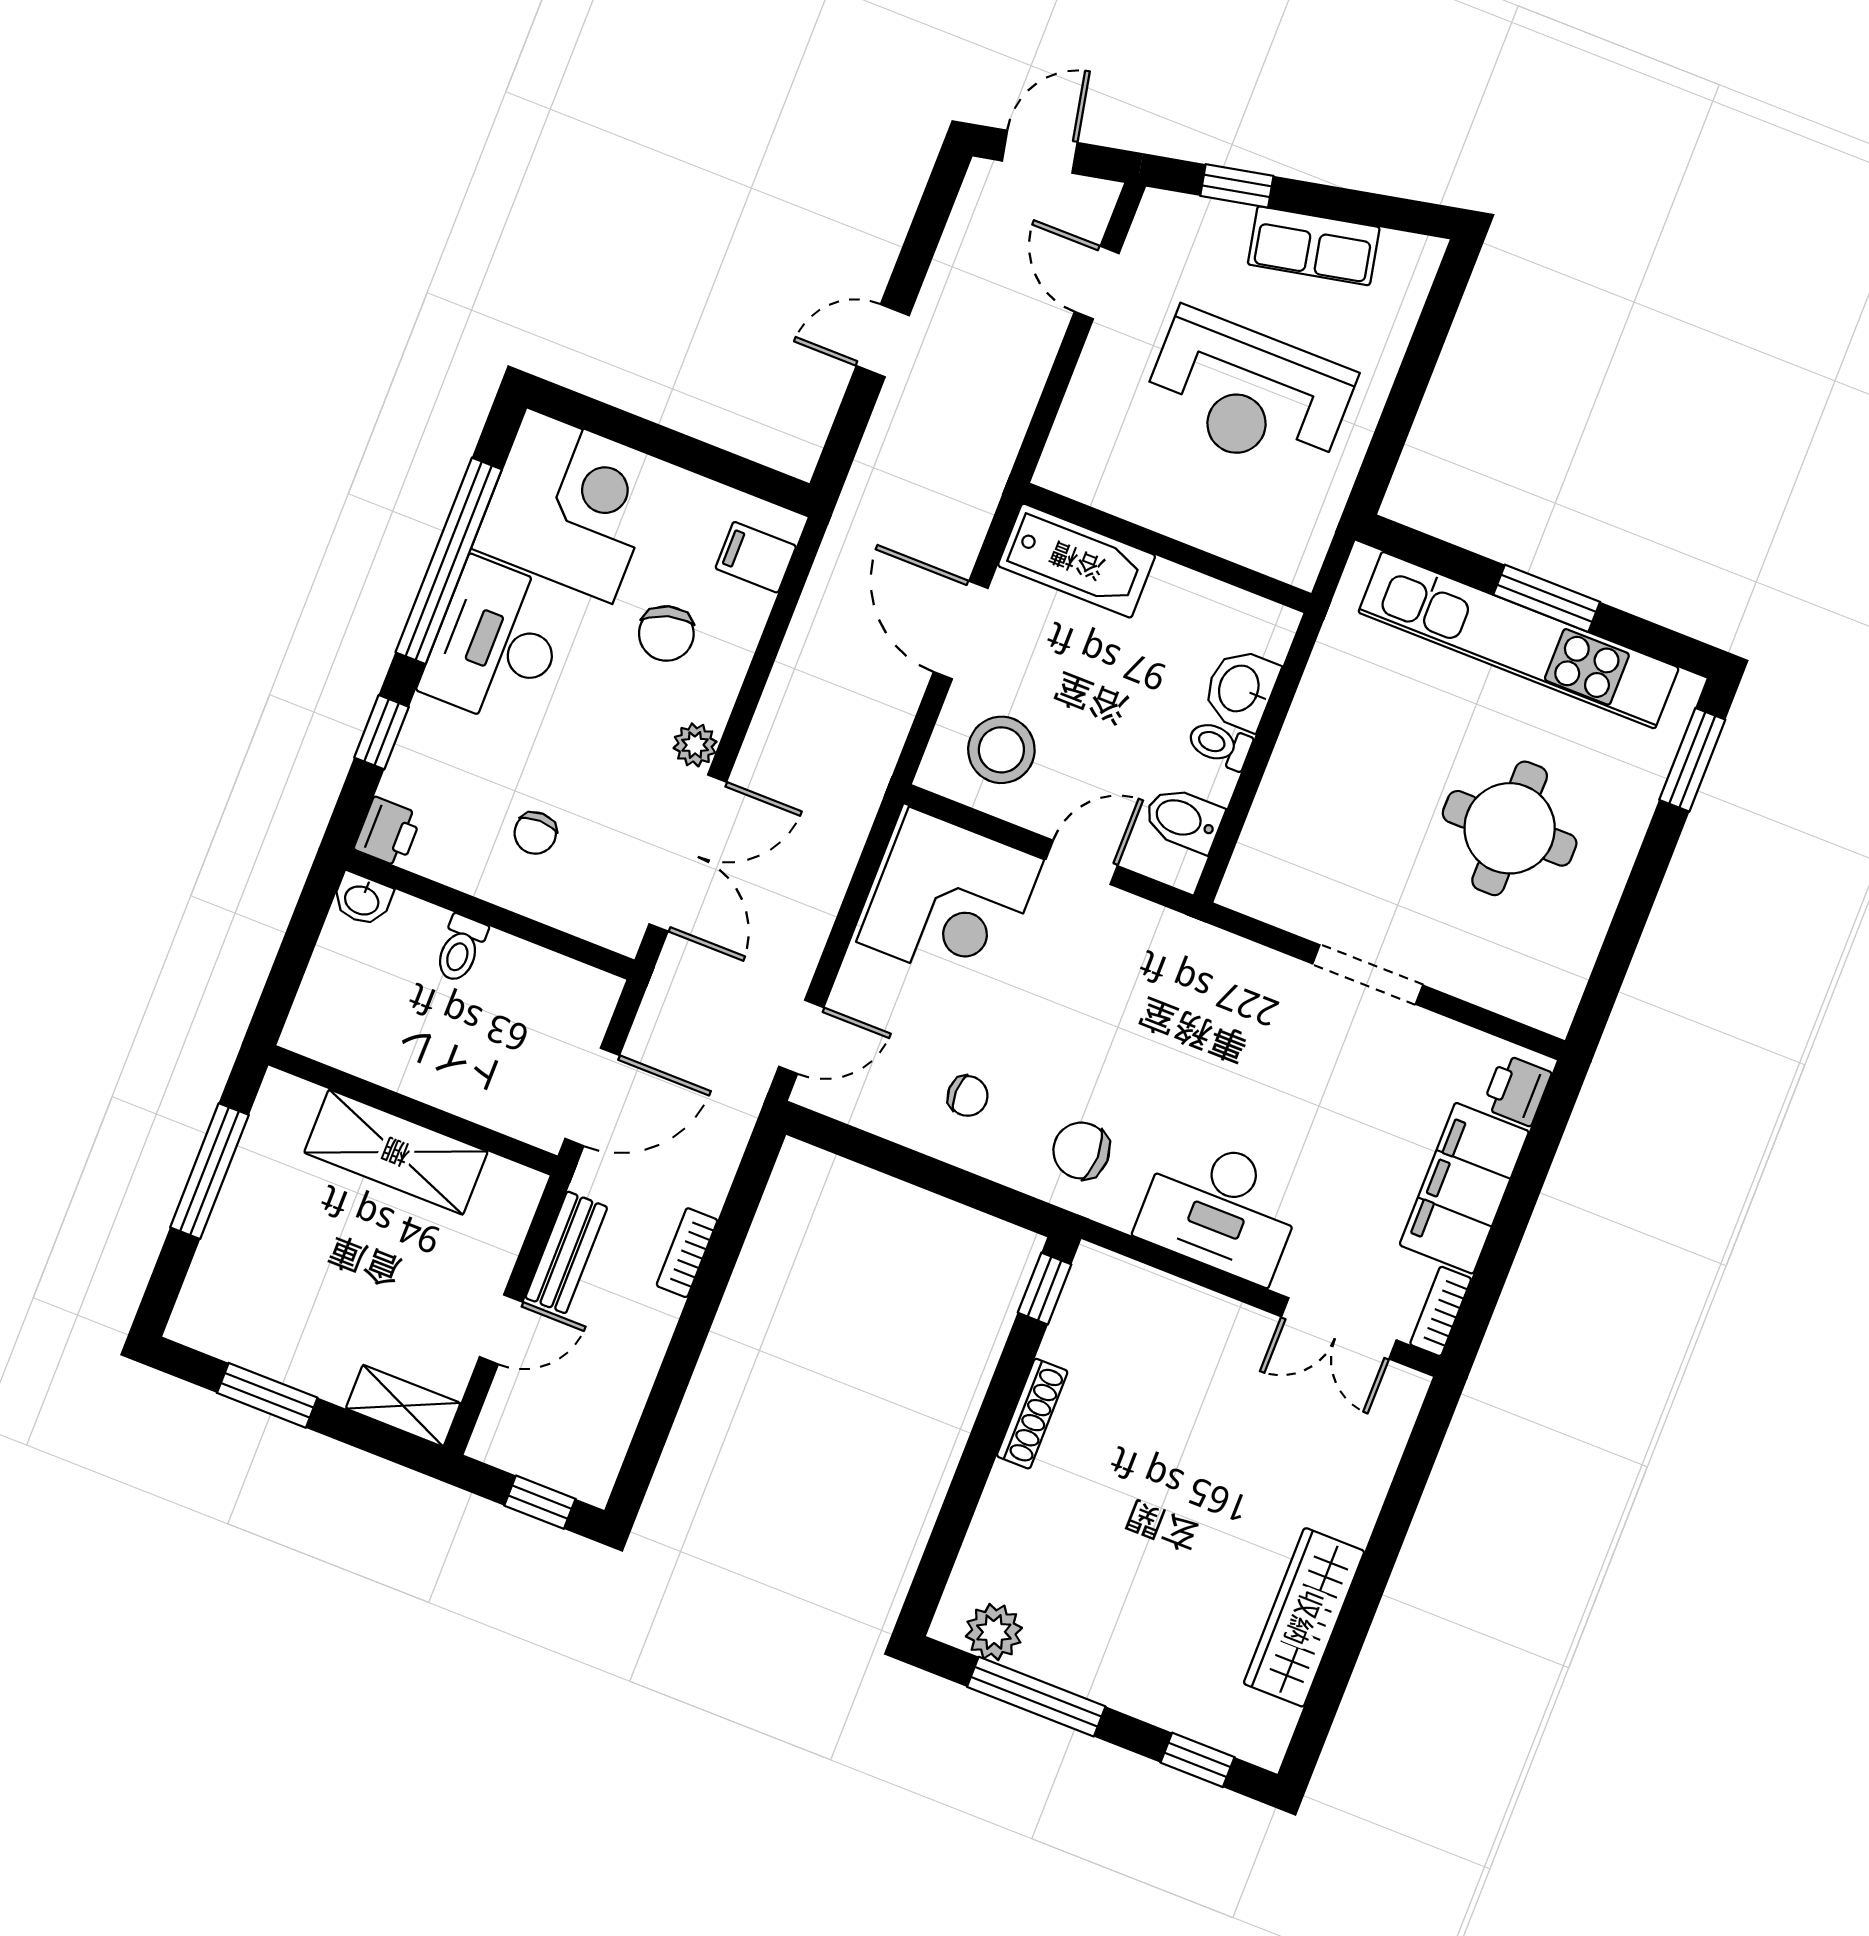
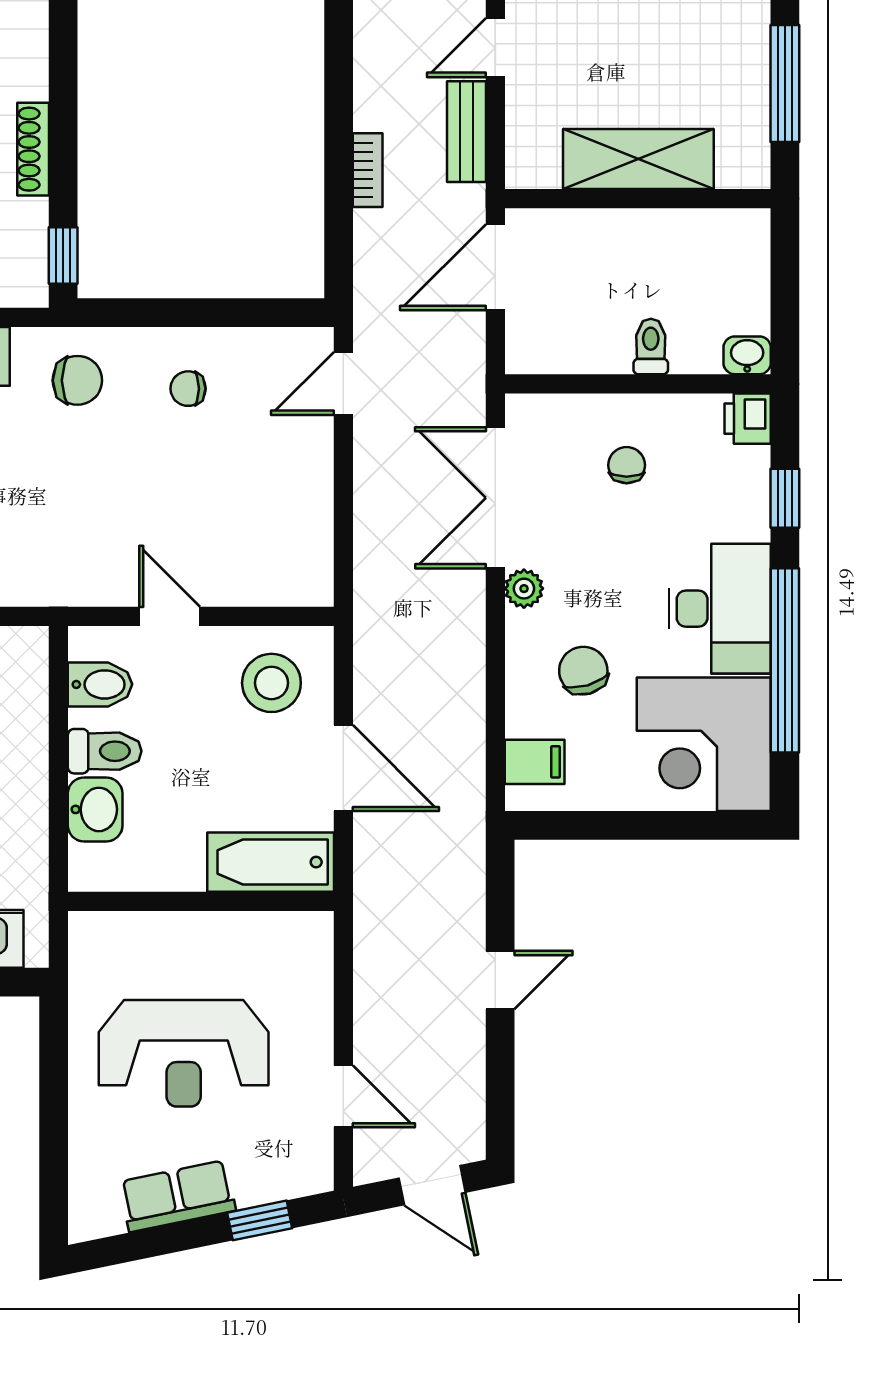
door: (1040, 152) -> (432, 1185), hinge flipped
reception desk: (1248, 394) -> (184, 1053), turned 180
toilet: (1220, 745) -> (105, 751), width x1.37, depth x1.39
door: (1082, 862) -> (170, 616), swing flipped
corner desk: (950, 901) -> (265, 543), removed

